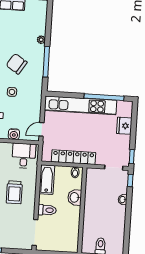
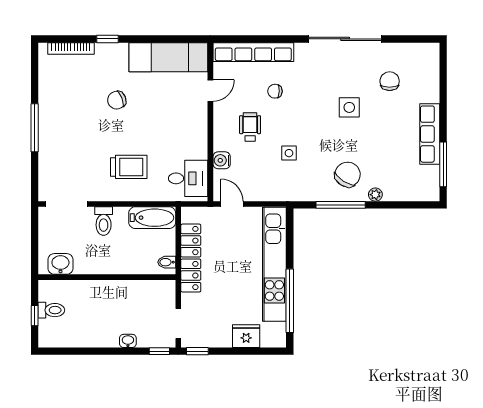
chair: (17, 64) -> (348, 175), moved
trolley: (14, 192) -> (129, 167), turned 180
washbasin: (75, 197) -> (60, 264), moved

